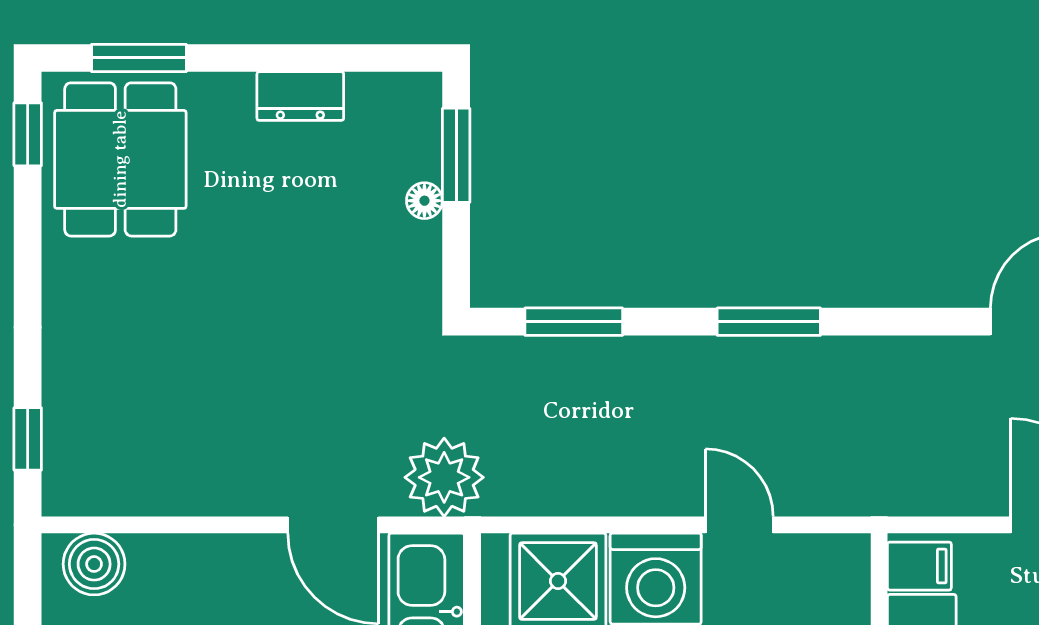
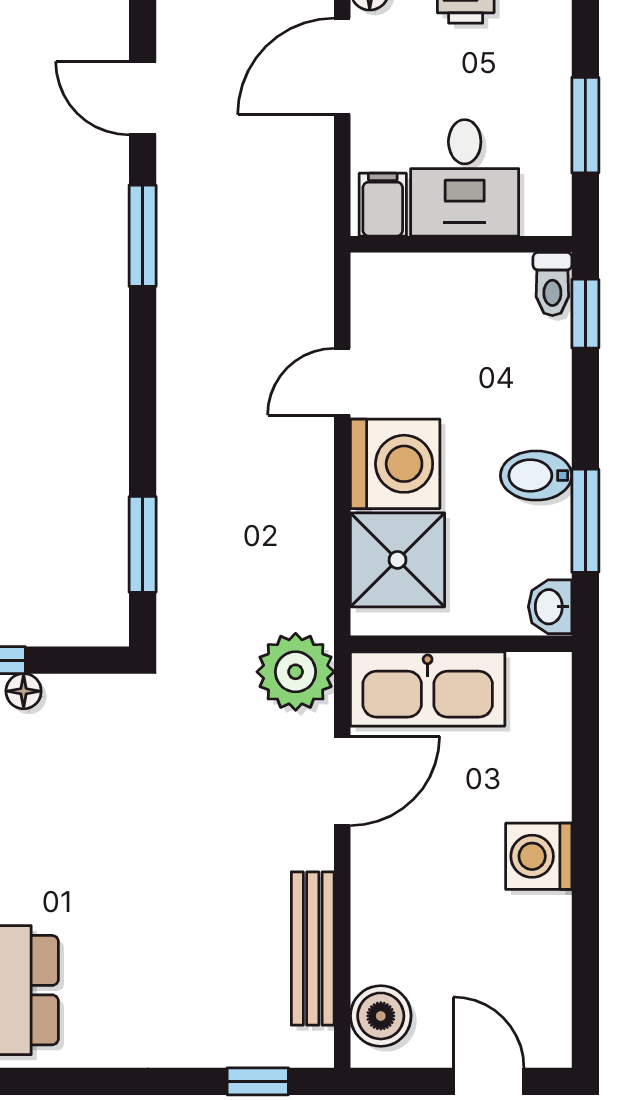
window: (769, 322) -> (143, 236), moved
bench: (163, 495) -> (313, 949), added

